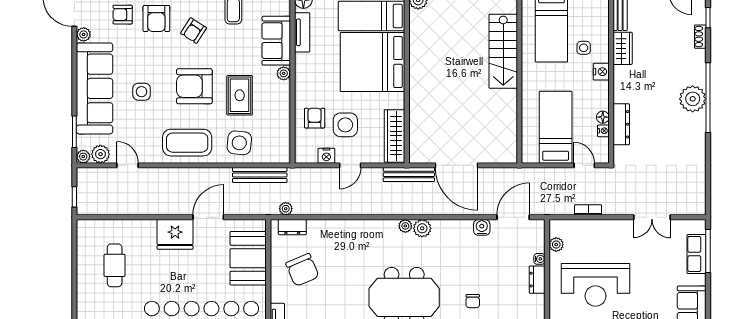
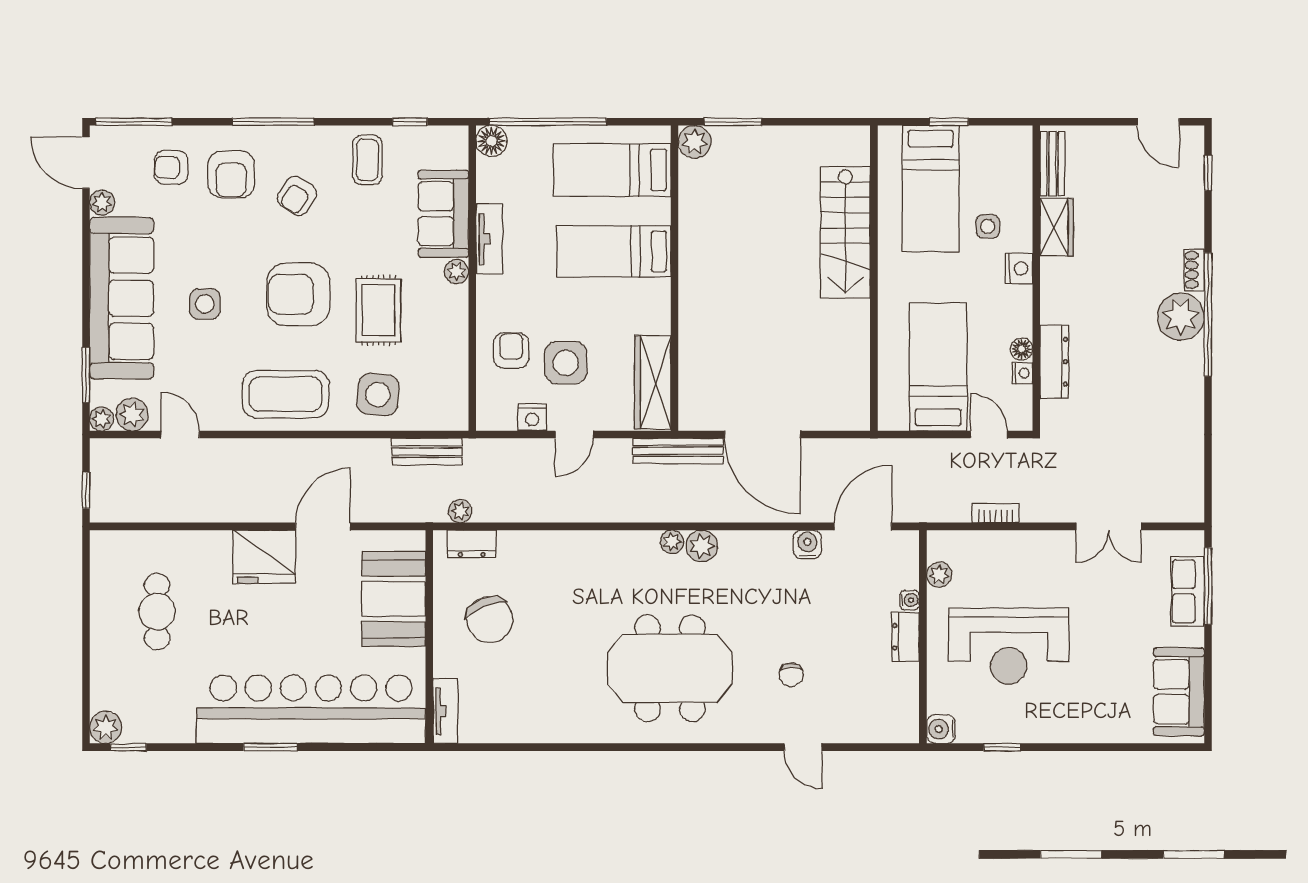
tv unit: (302, 32) -> (489, 239), moved
shoe rack: (700, 37) -> (1194, 270), moved
bed: (373, 62) -> (614, 251), width x0.49
bench: (260, 175) -> (427, 452), width x0.73

